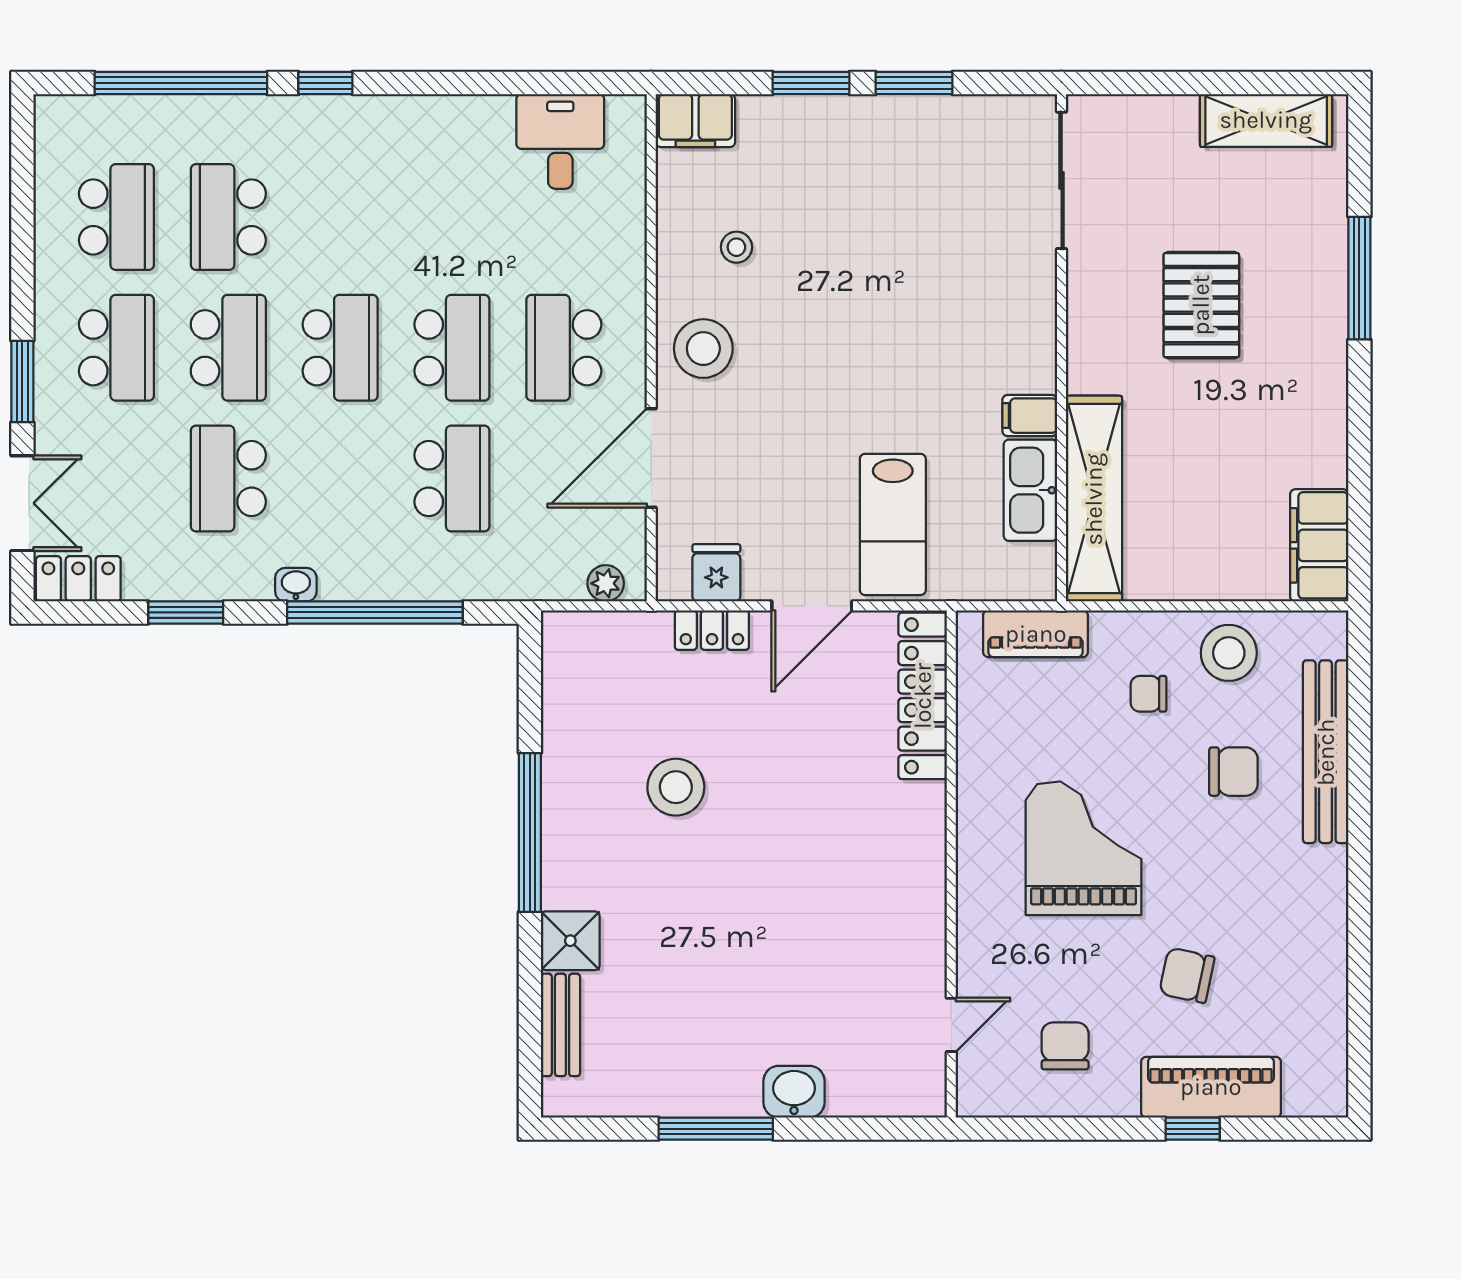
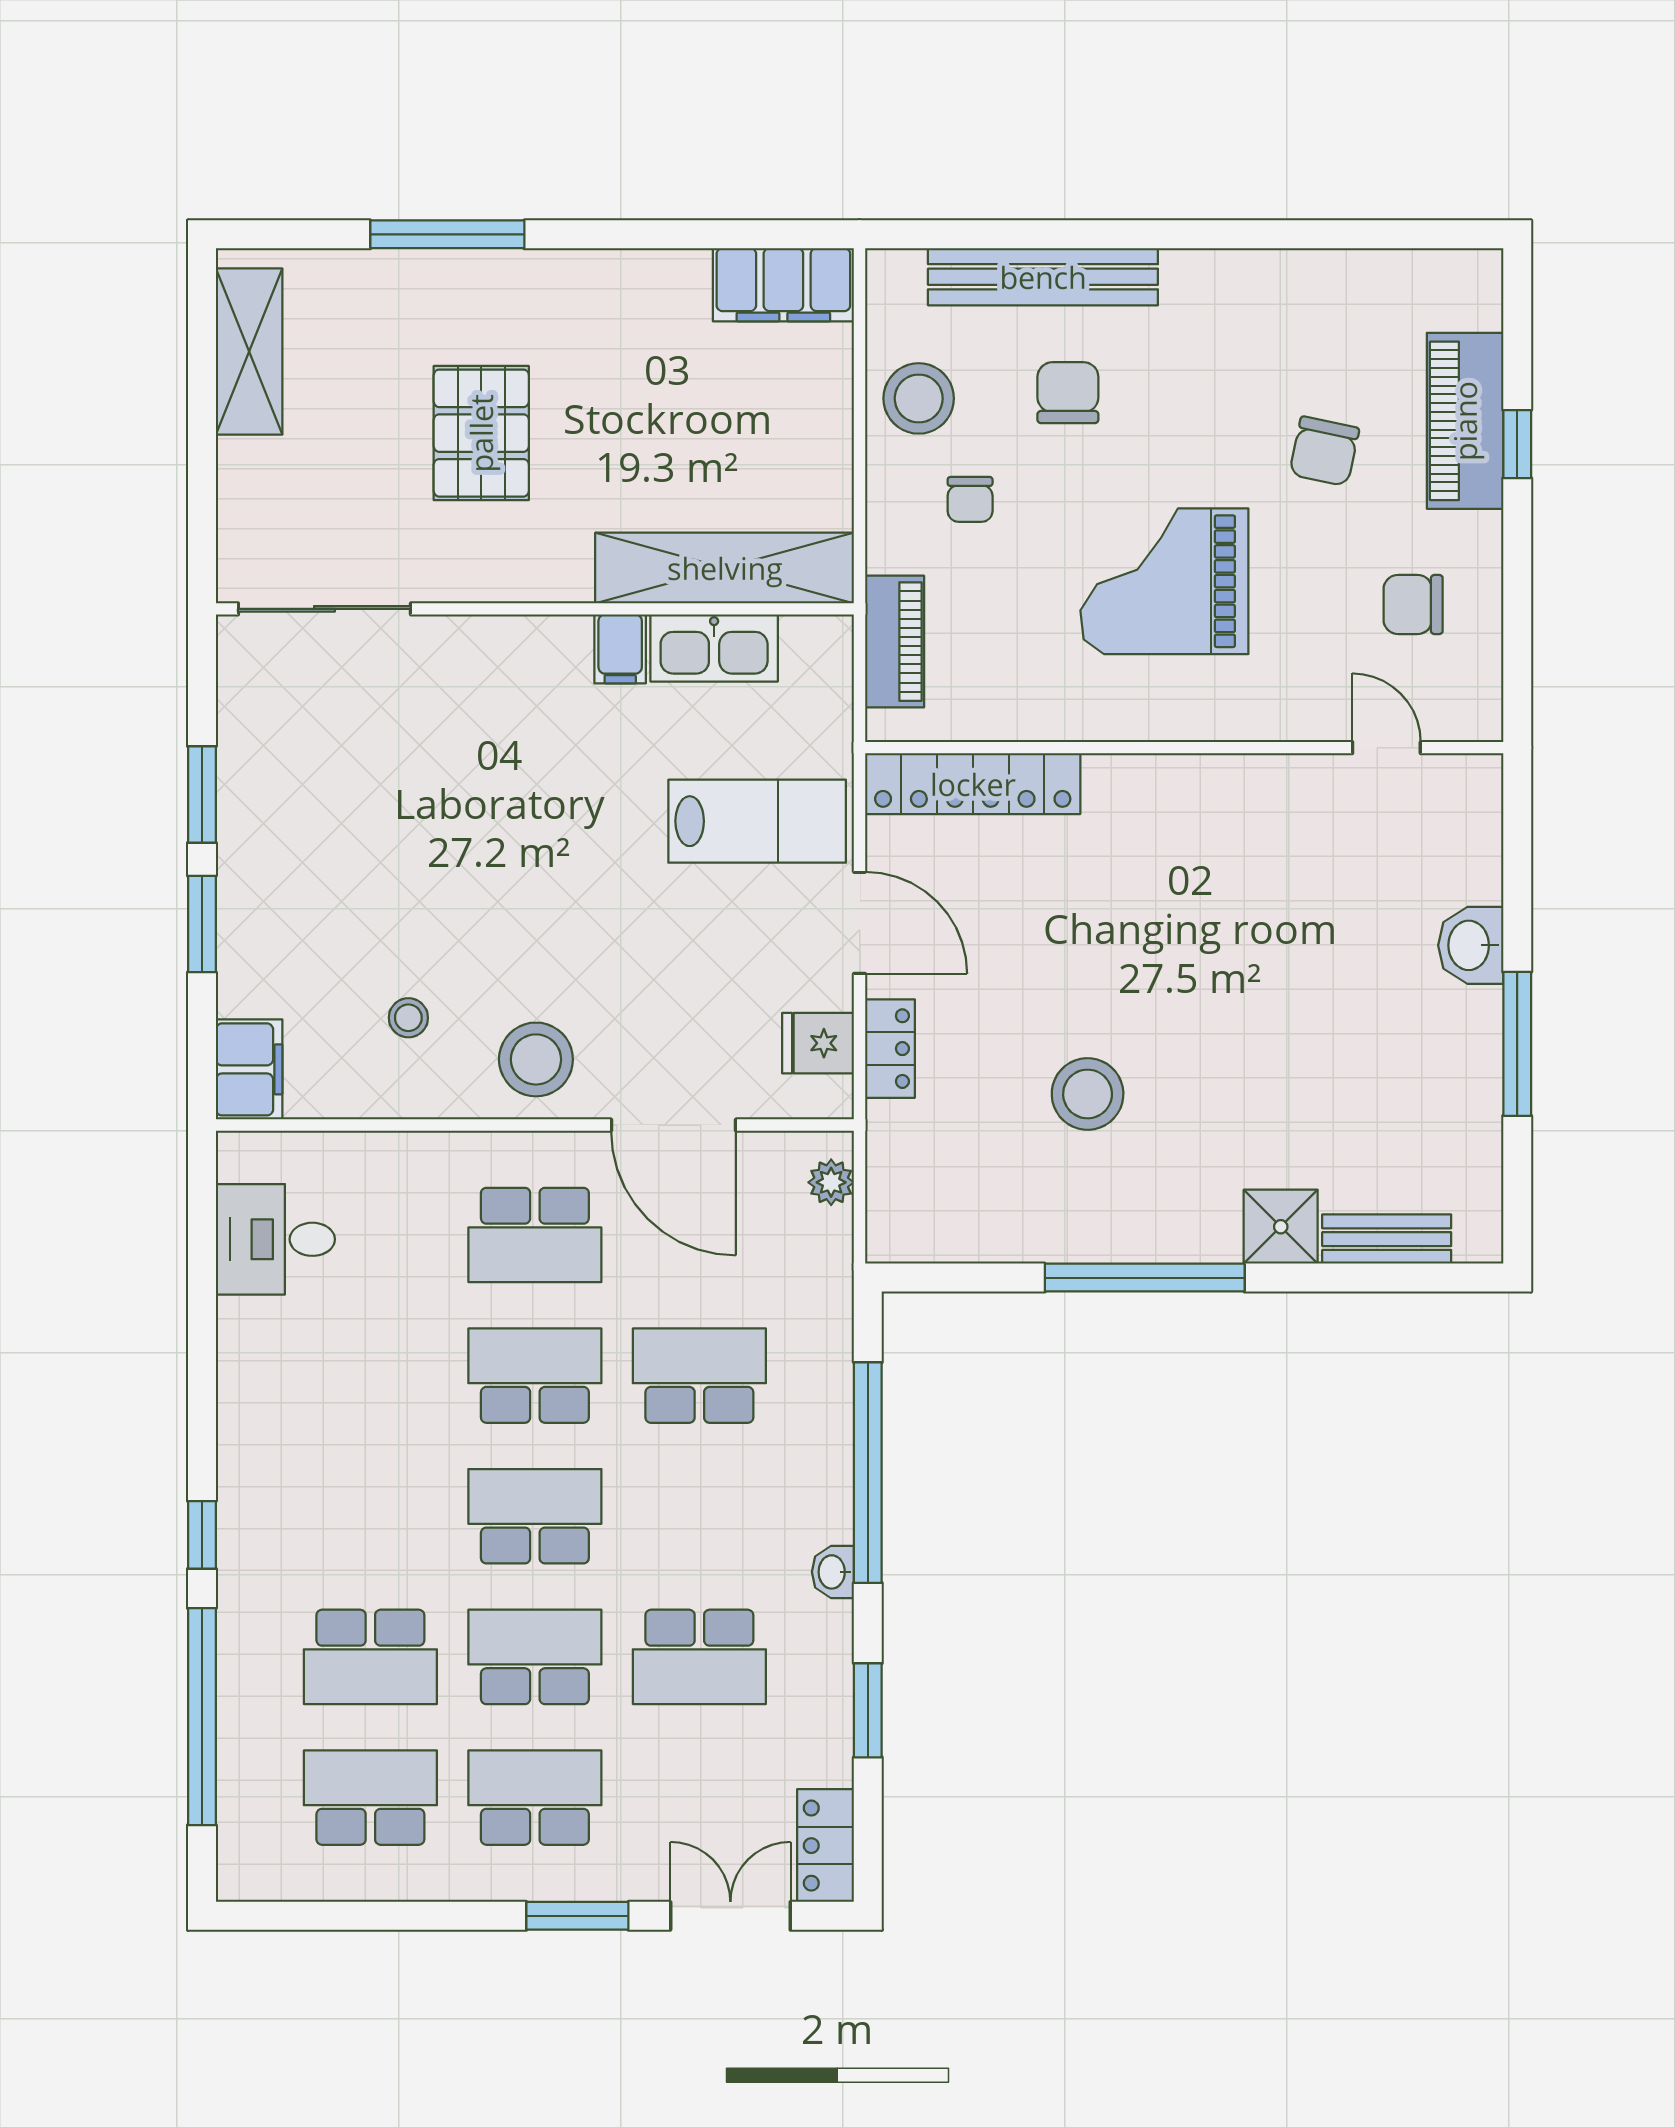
pallet: (1201, 305) -> (481, 433), turned 90

